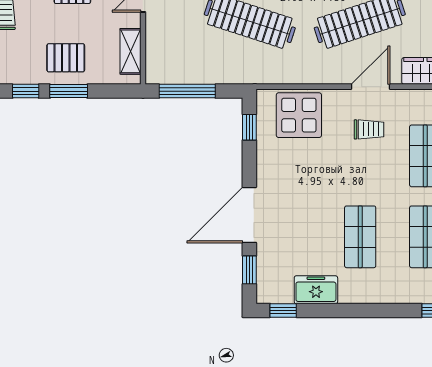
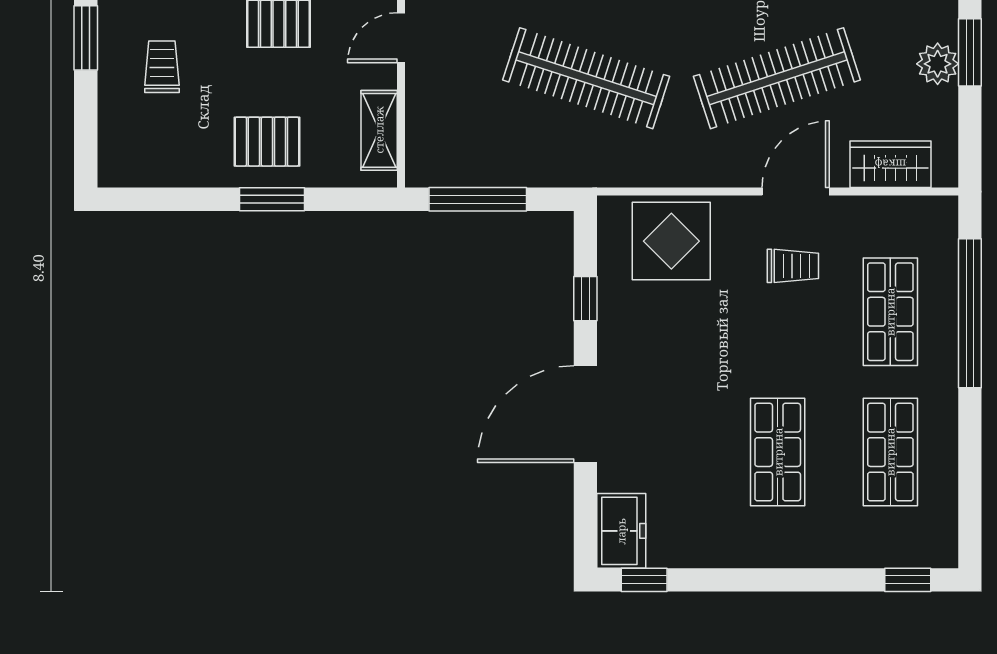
window: (26, 91) -> (197, 199), removed
window: (249, 127) -> (585, 299), moved
window: (249, 270) -> (585, 510), removed
freezer: (316, 290) -> (621, 531), moved, turned 90

